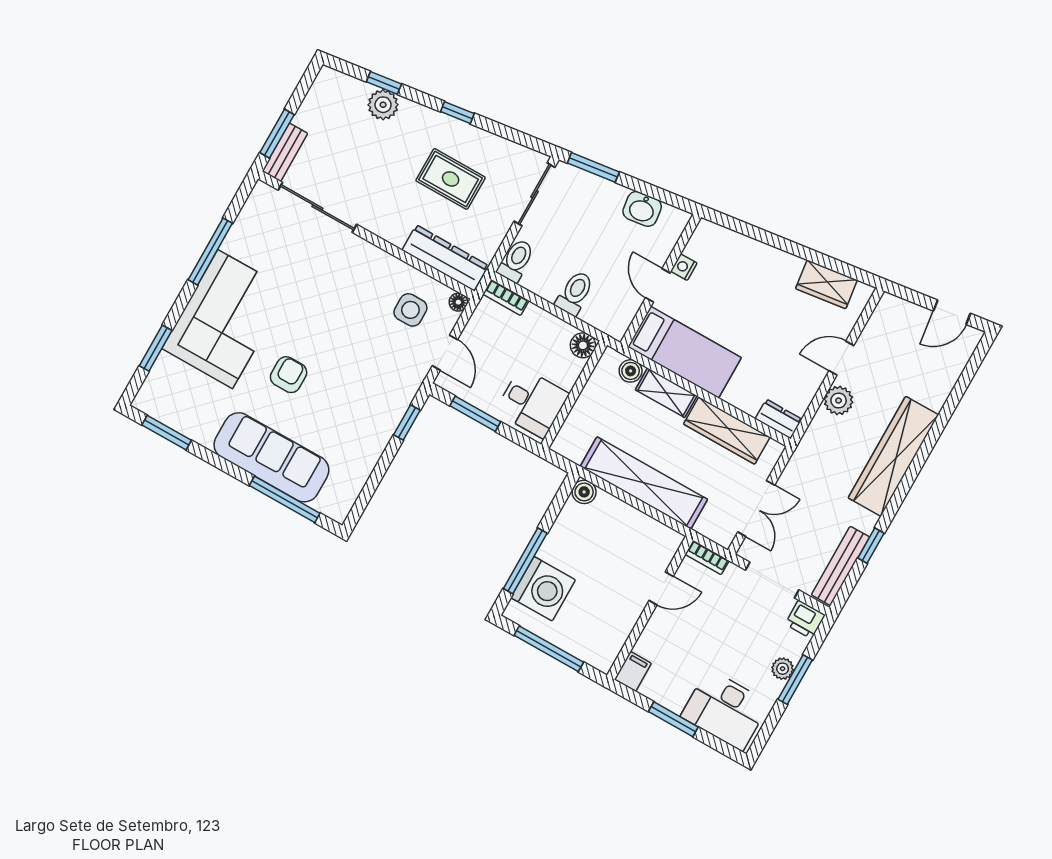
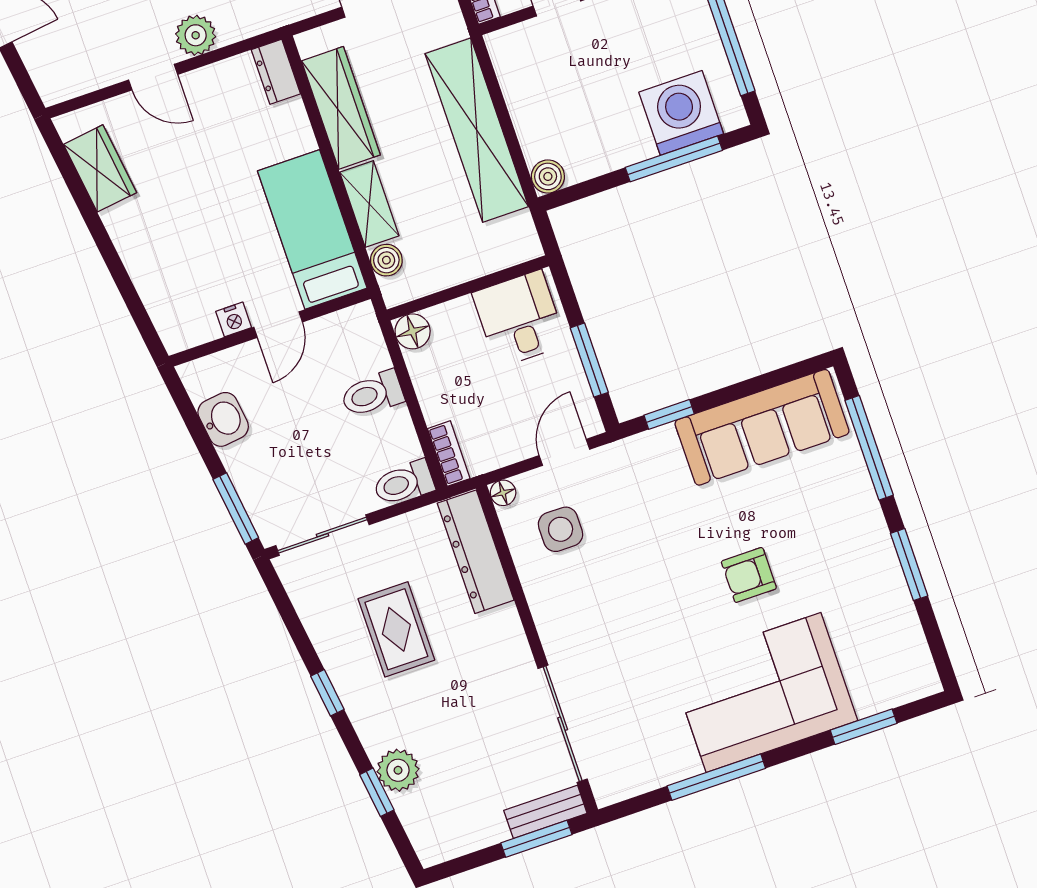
window: (167, 433) -> (909, 565), moved
sofa: (271, 457) -> (762, 427), moved, turned -90

